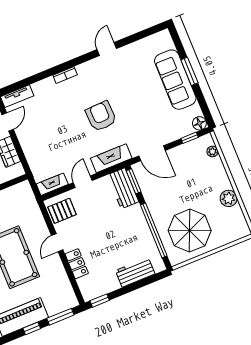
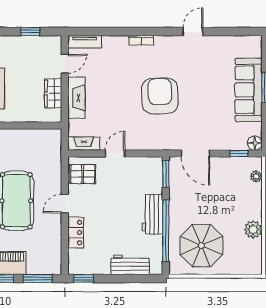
armchair: (101, 116) -> (160, 96), width x1.36, depth x1.36
fireplace: (111, 158) -> (76, 98), moved, turned 90
workbench: (123, 188) -> (152, 214), moved

